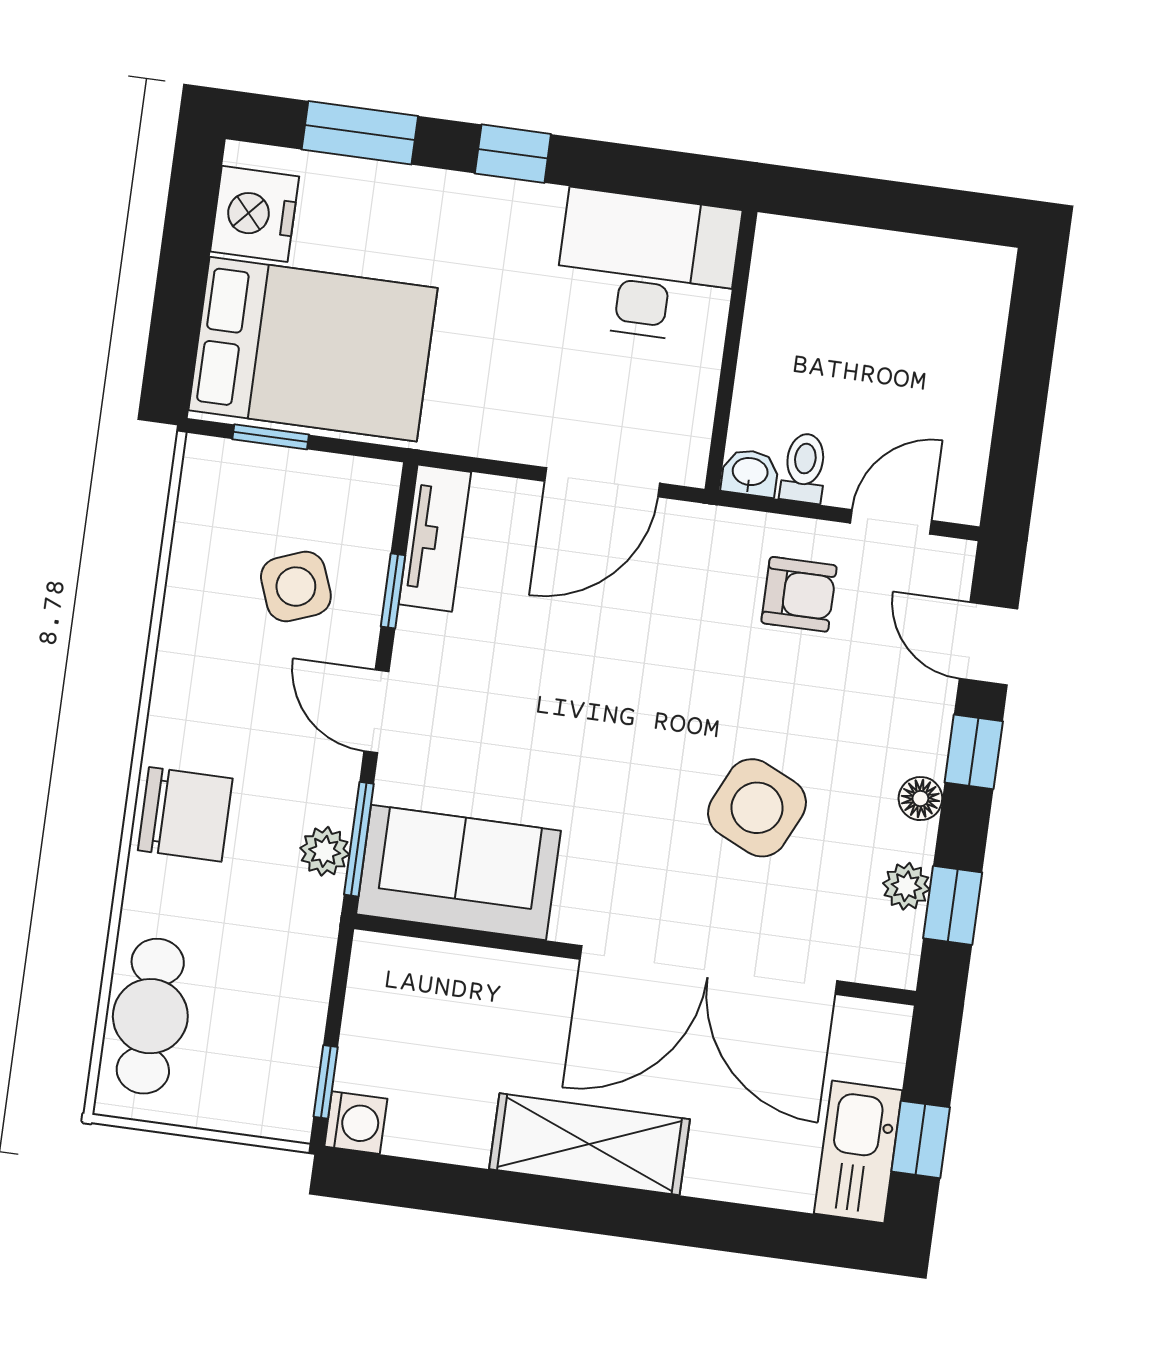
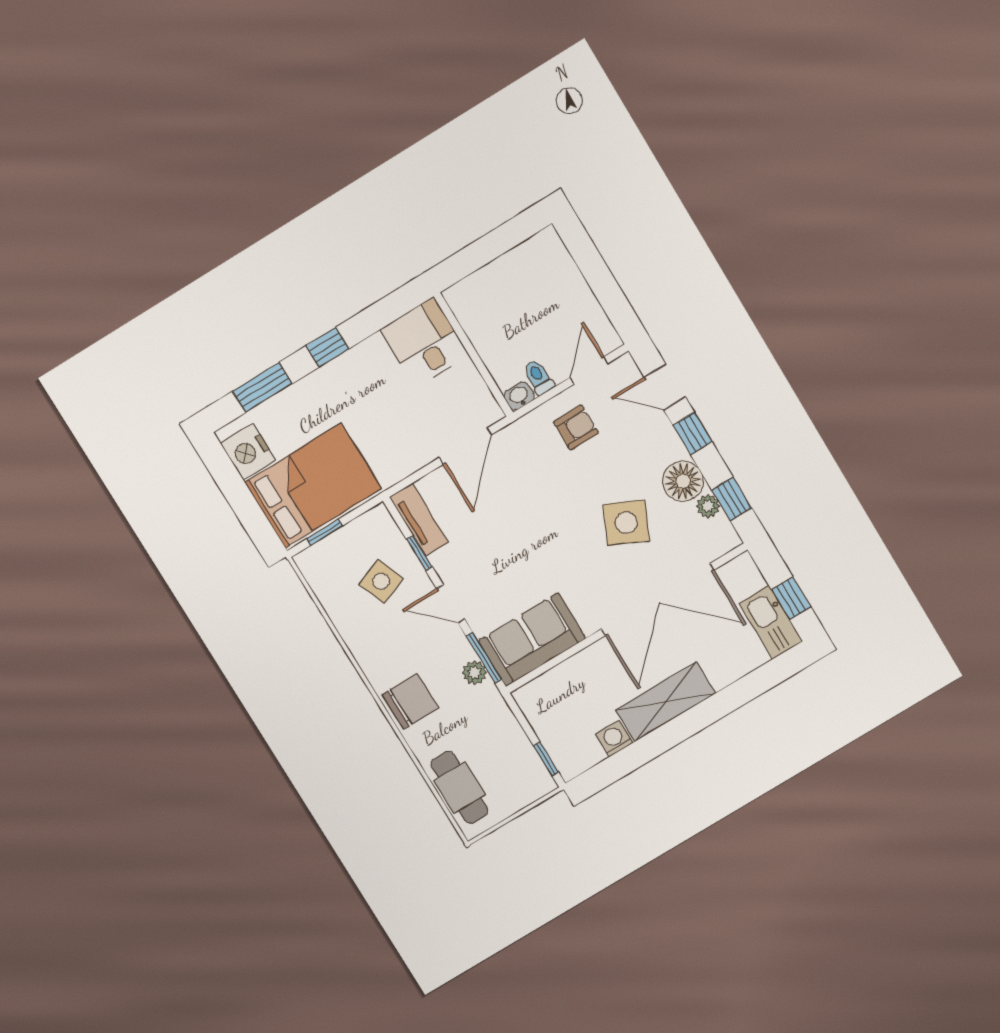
desk: (647, 266) -> (425, 342), width x0.73
floor lamp: (920, 799) -> (683, 481), width x1.89, depth x1.89
washing machine: (356, 1123) -> (614, 739), moved, turned -90

